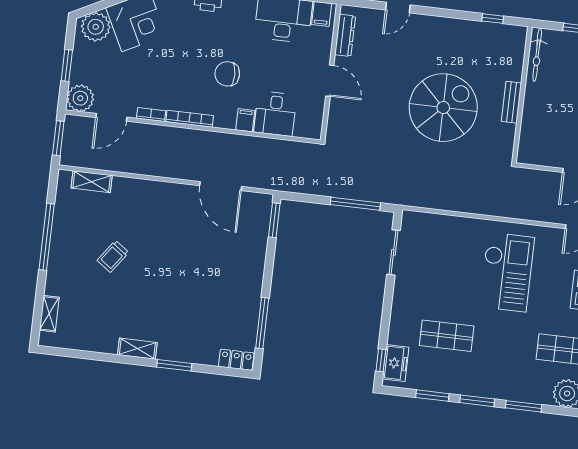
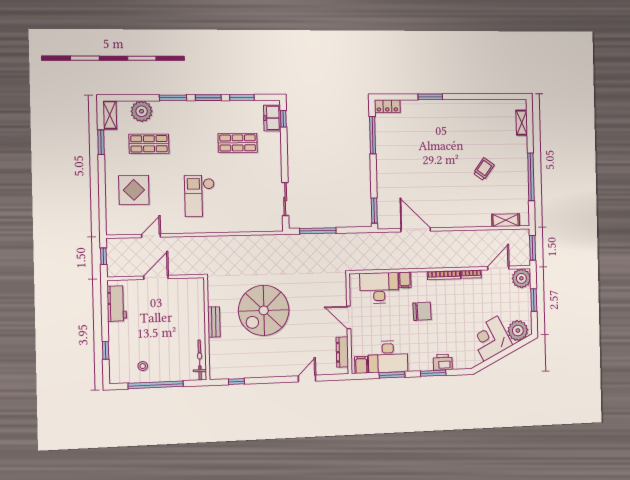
desk: (275, 114) -> (379, 288), width x1.37
checkout: (507, 272) -> (200, 196), width x0.73, depth x0.83
shelving: (137, 349) -> (458, 105), removed

